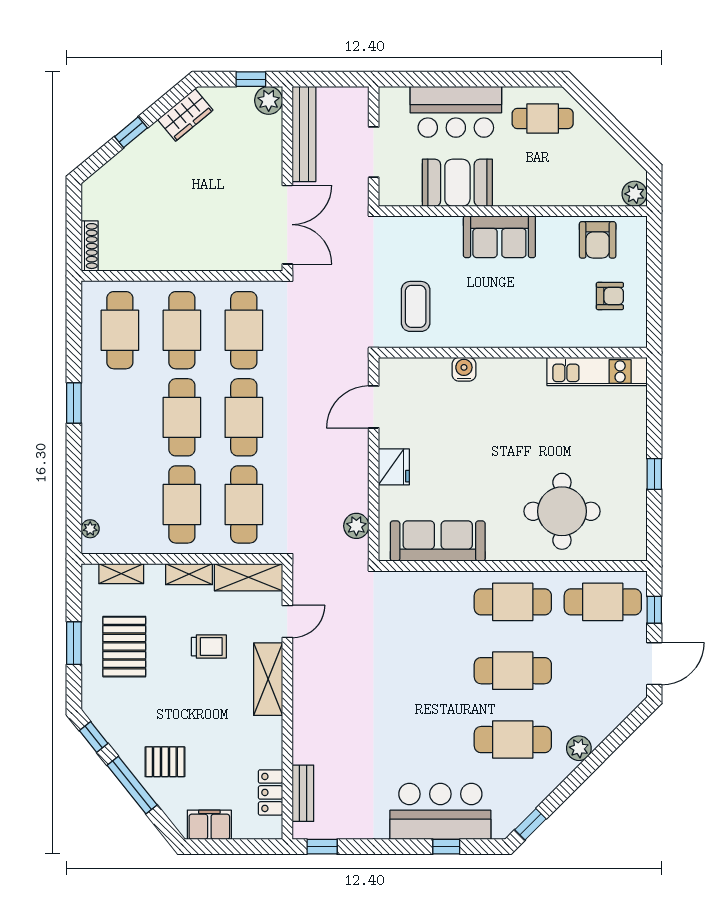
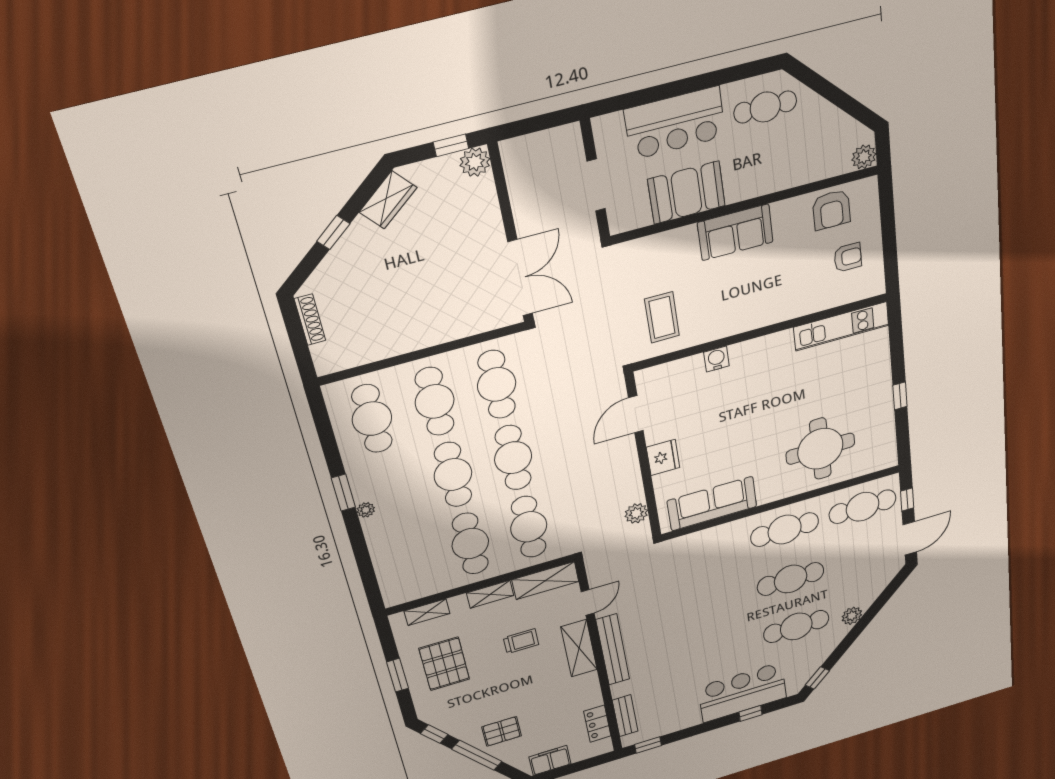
bench: (304, 134) -> (613, 650), moved
shoe rack: (90, 246) -> (310, 320), moved
plant: (90, 529) -> (366, 510), moved

